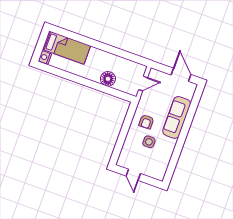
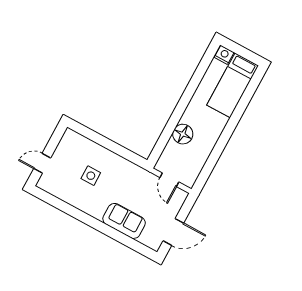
sofa: (177, 117) -> (124, 221), width x0.73
armchair: (146, 122) -> (118, 176), removed
door: (133, 175) -> (42, 163), moved

